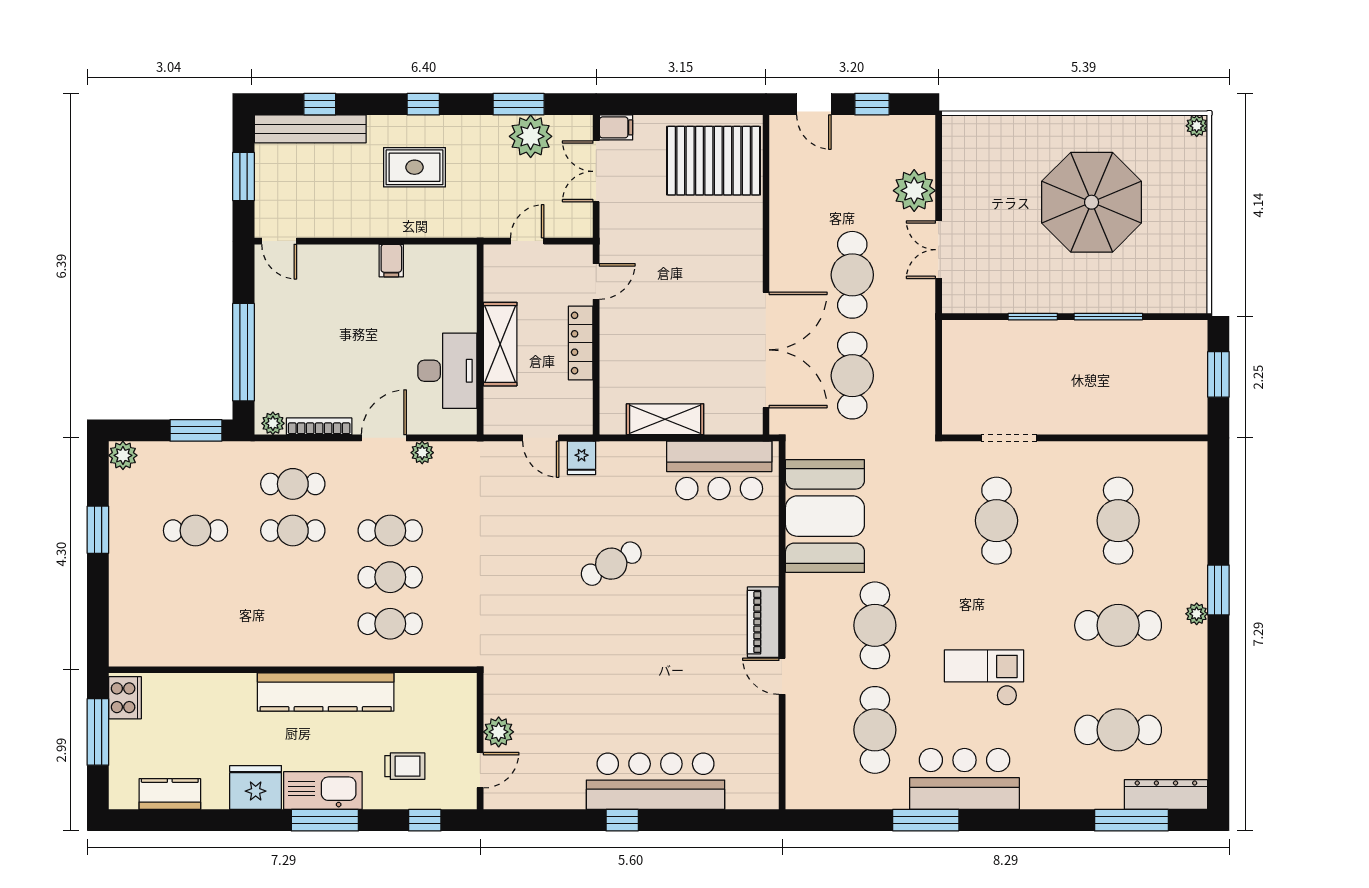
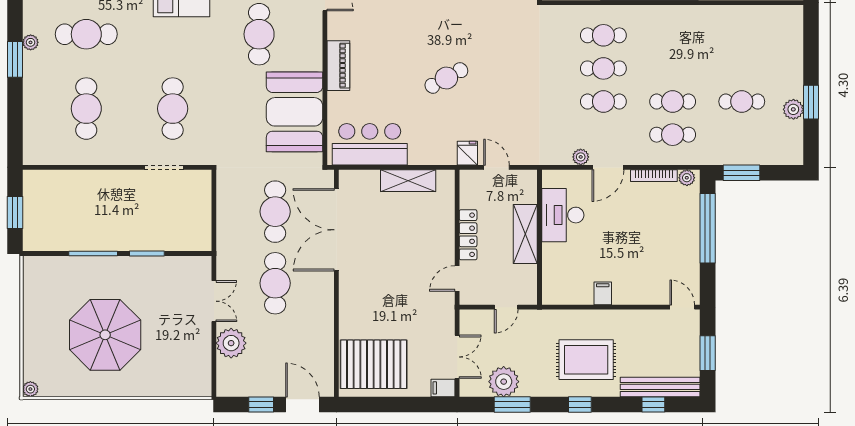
door: (814, 104) -> (302, 404), width x1.38
rug: (414, 167) -> (586, 360), width x1.36, depth x1.43
plant: (123, 455) -> (793, 109), moved
piano: (763, 622) -> (338, 66), moved

